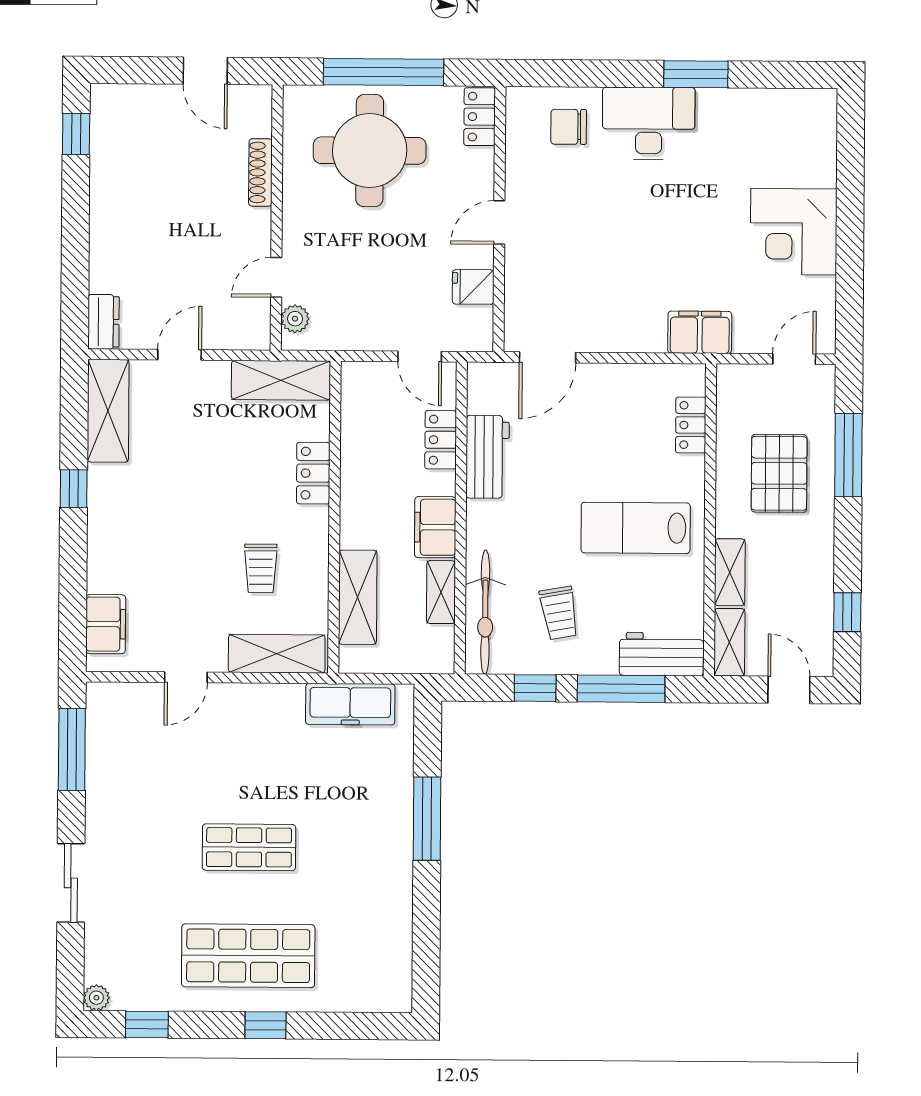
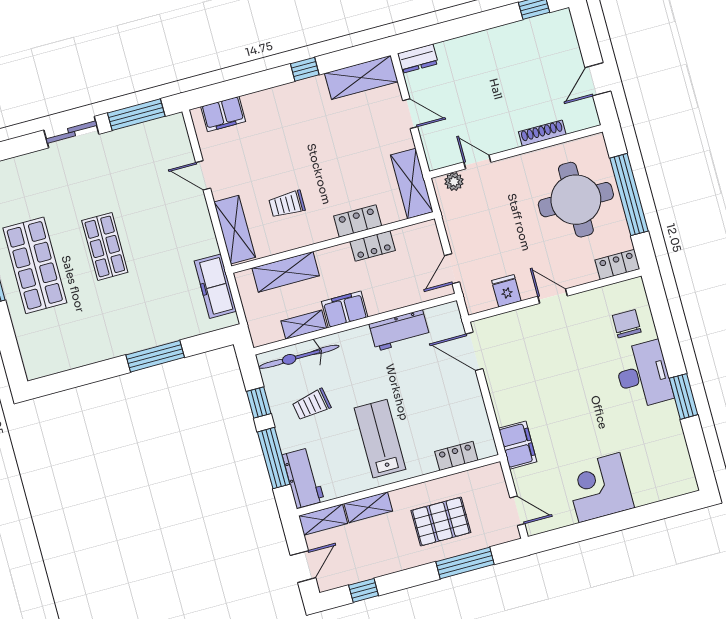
locker: (441, 440) -> (373, 246), moved, turned 180
sliding door: (71, 883) -> (71, 132), moved

